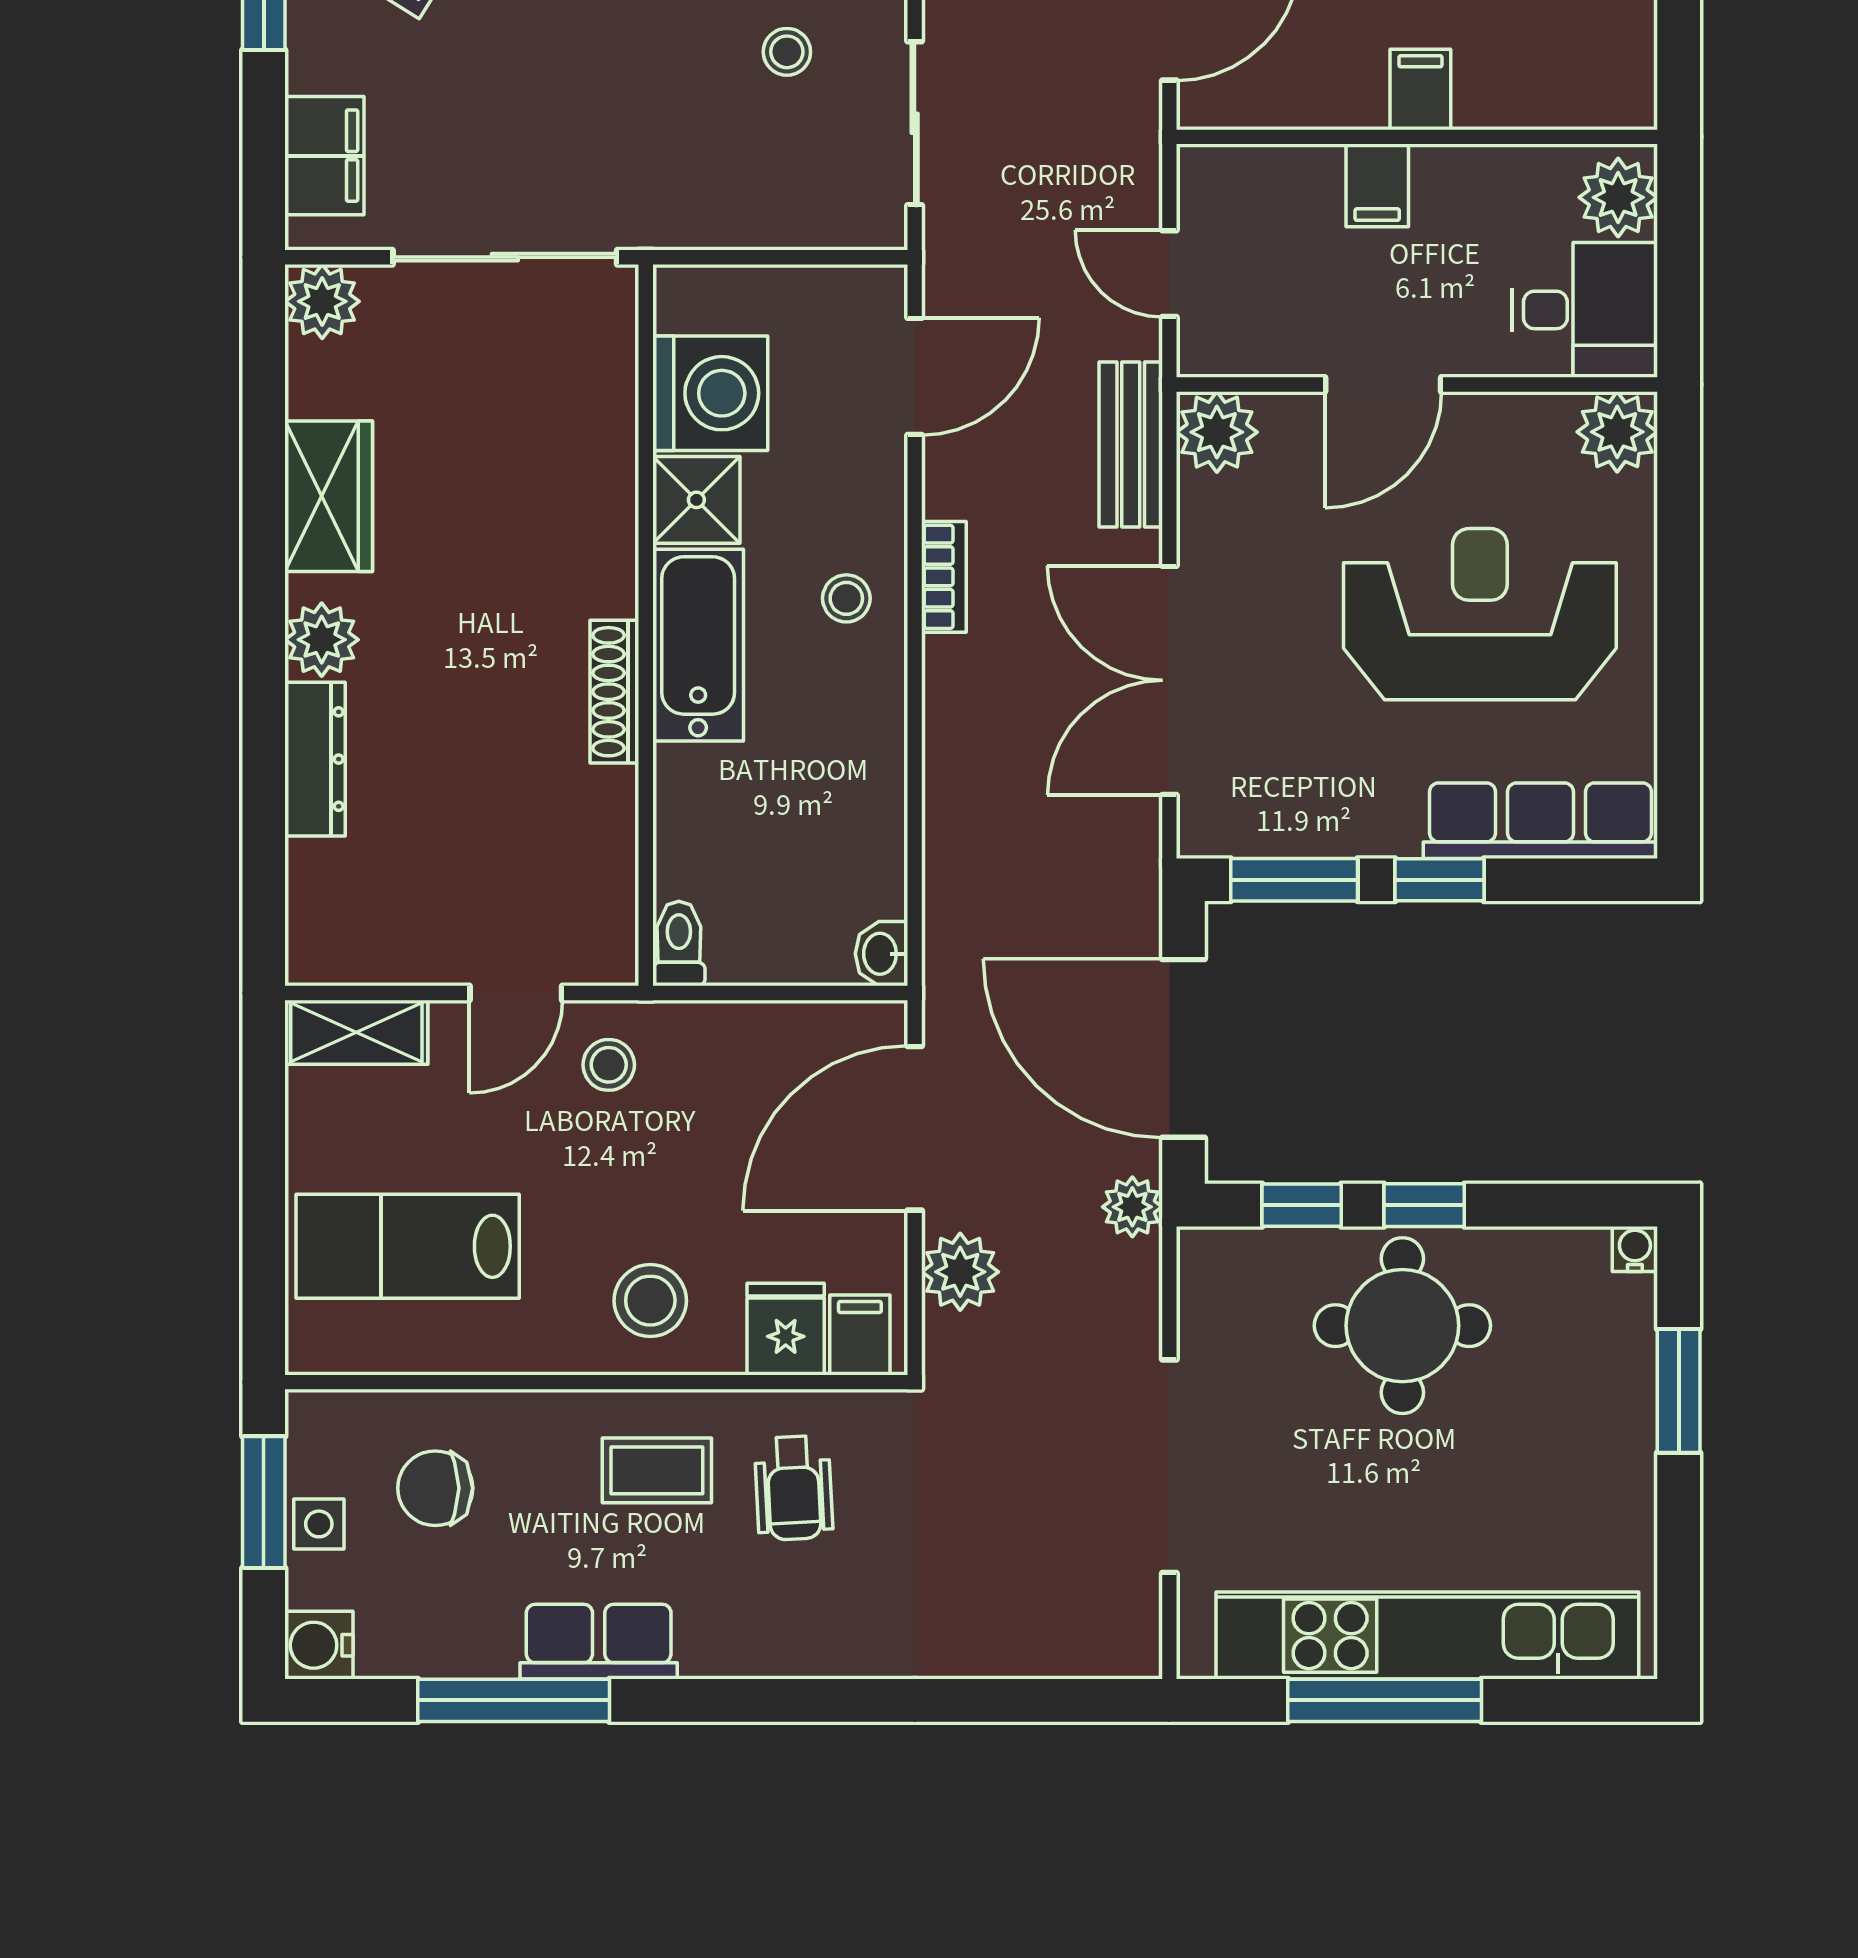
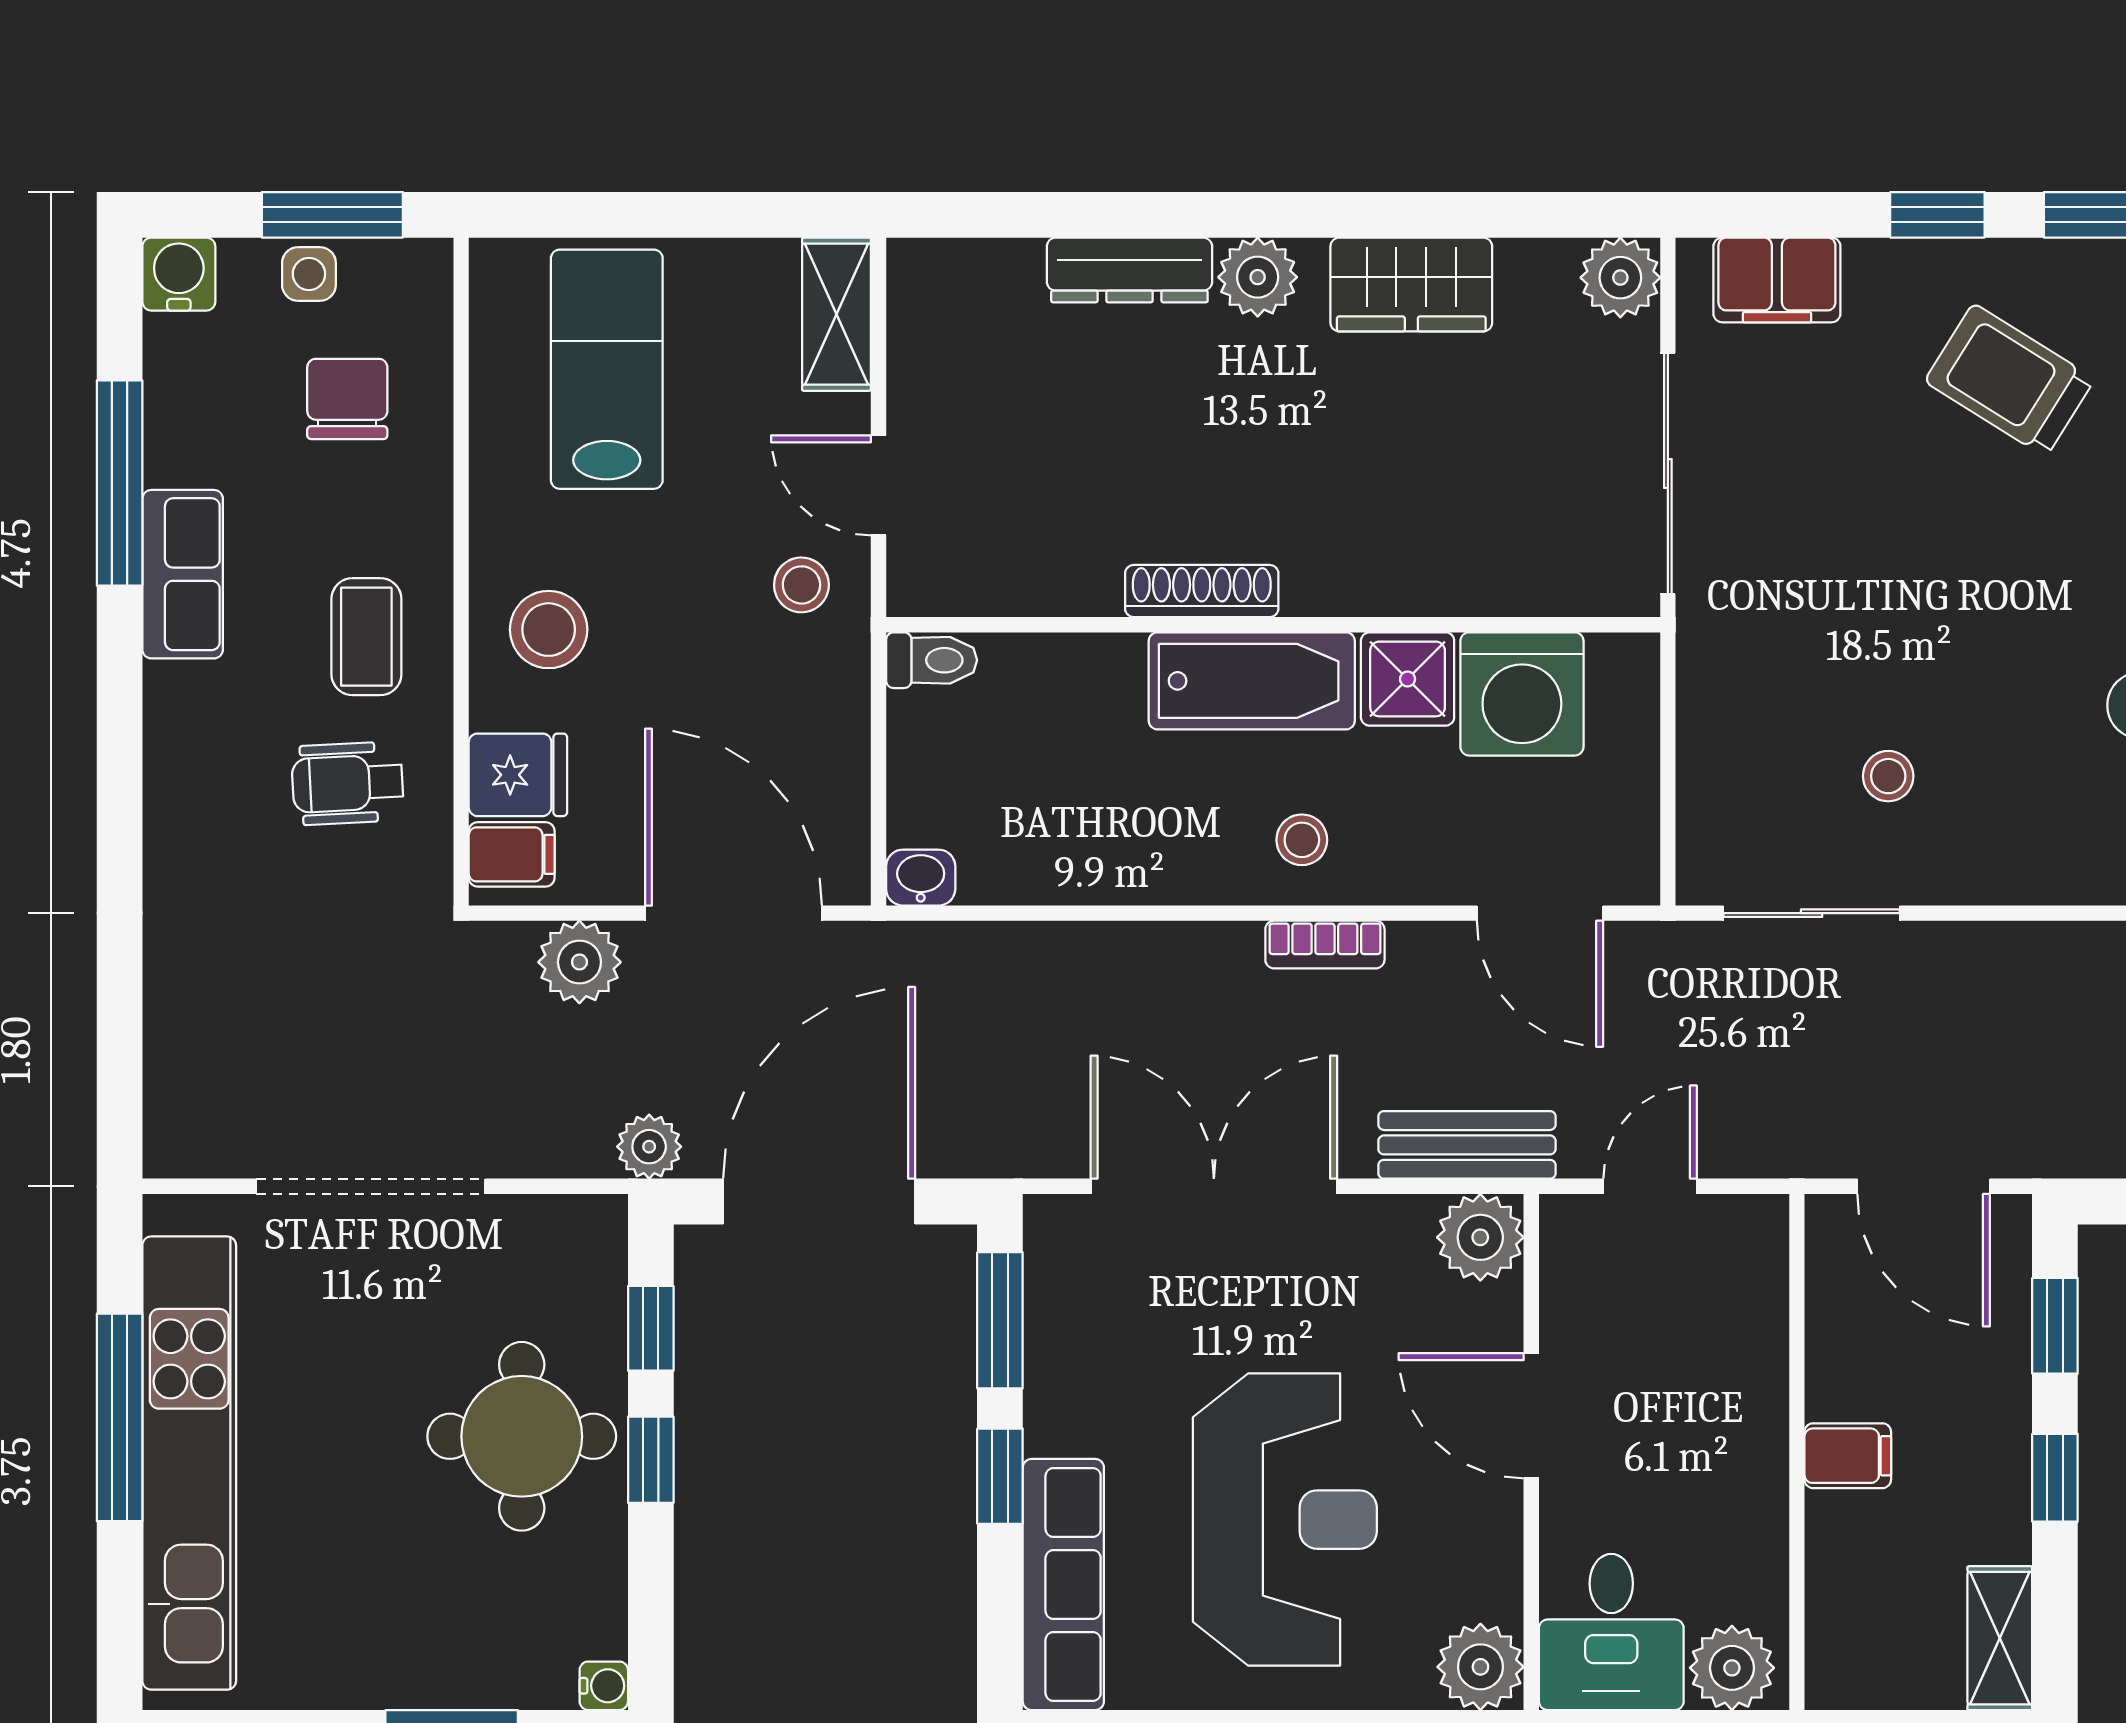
filing cabinet: (1377, 185) -> (1745, 1409), removed

